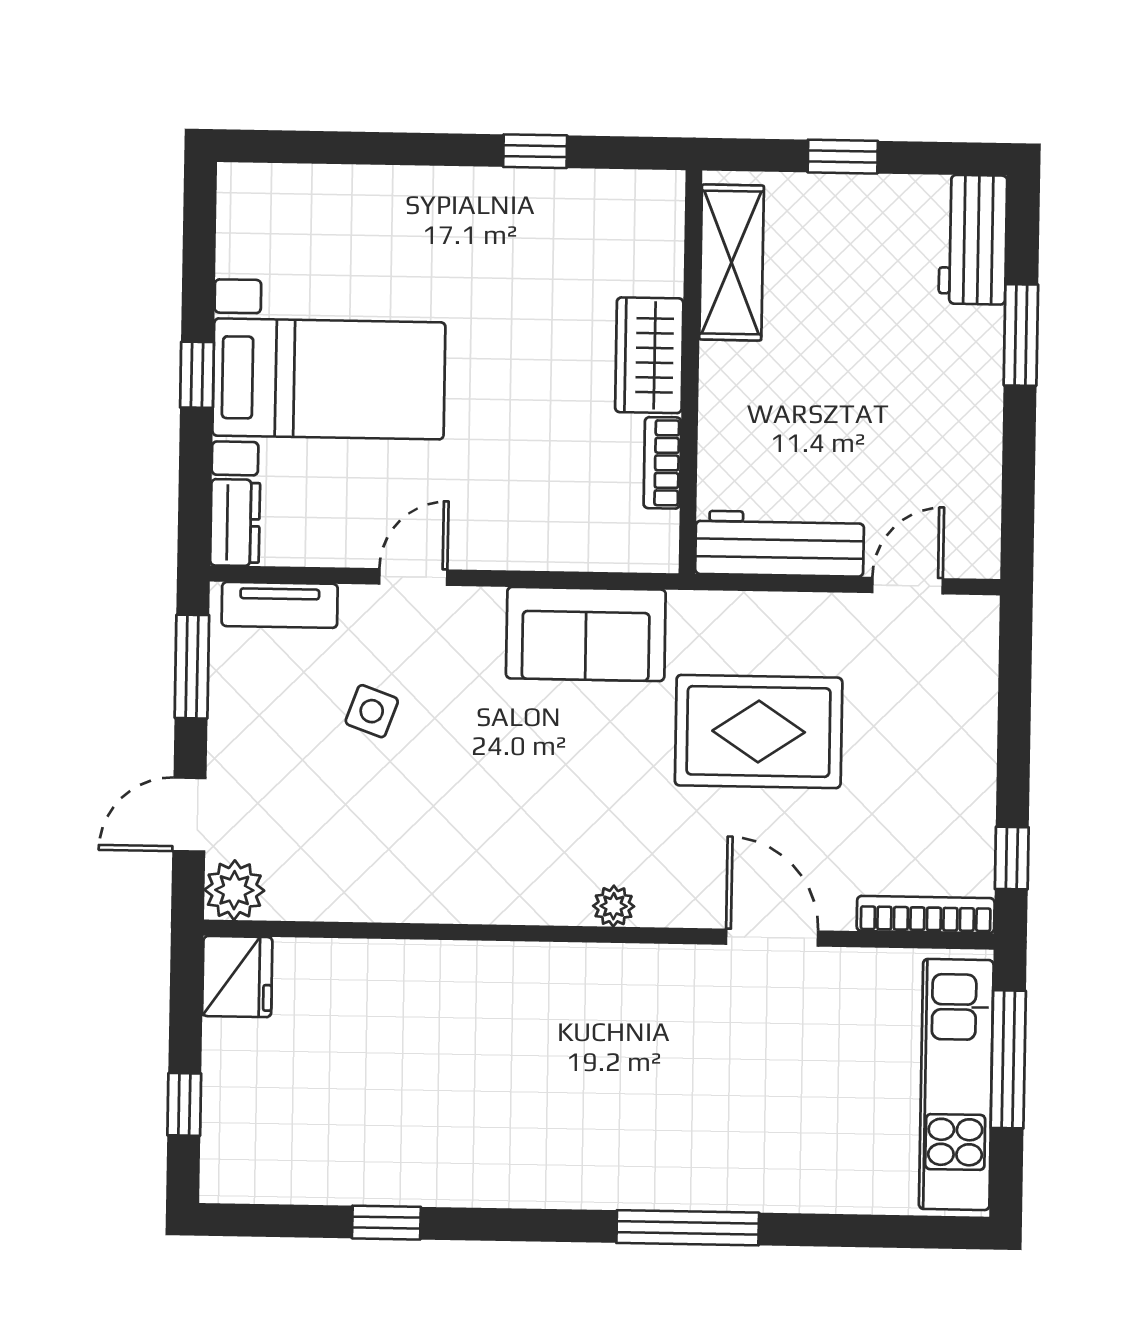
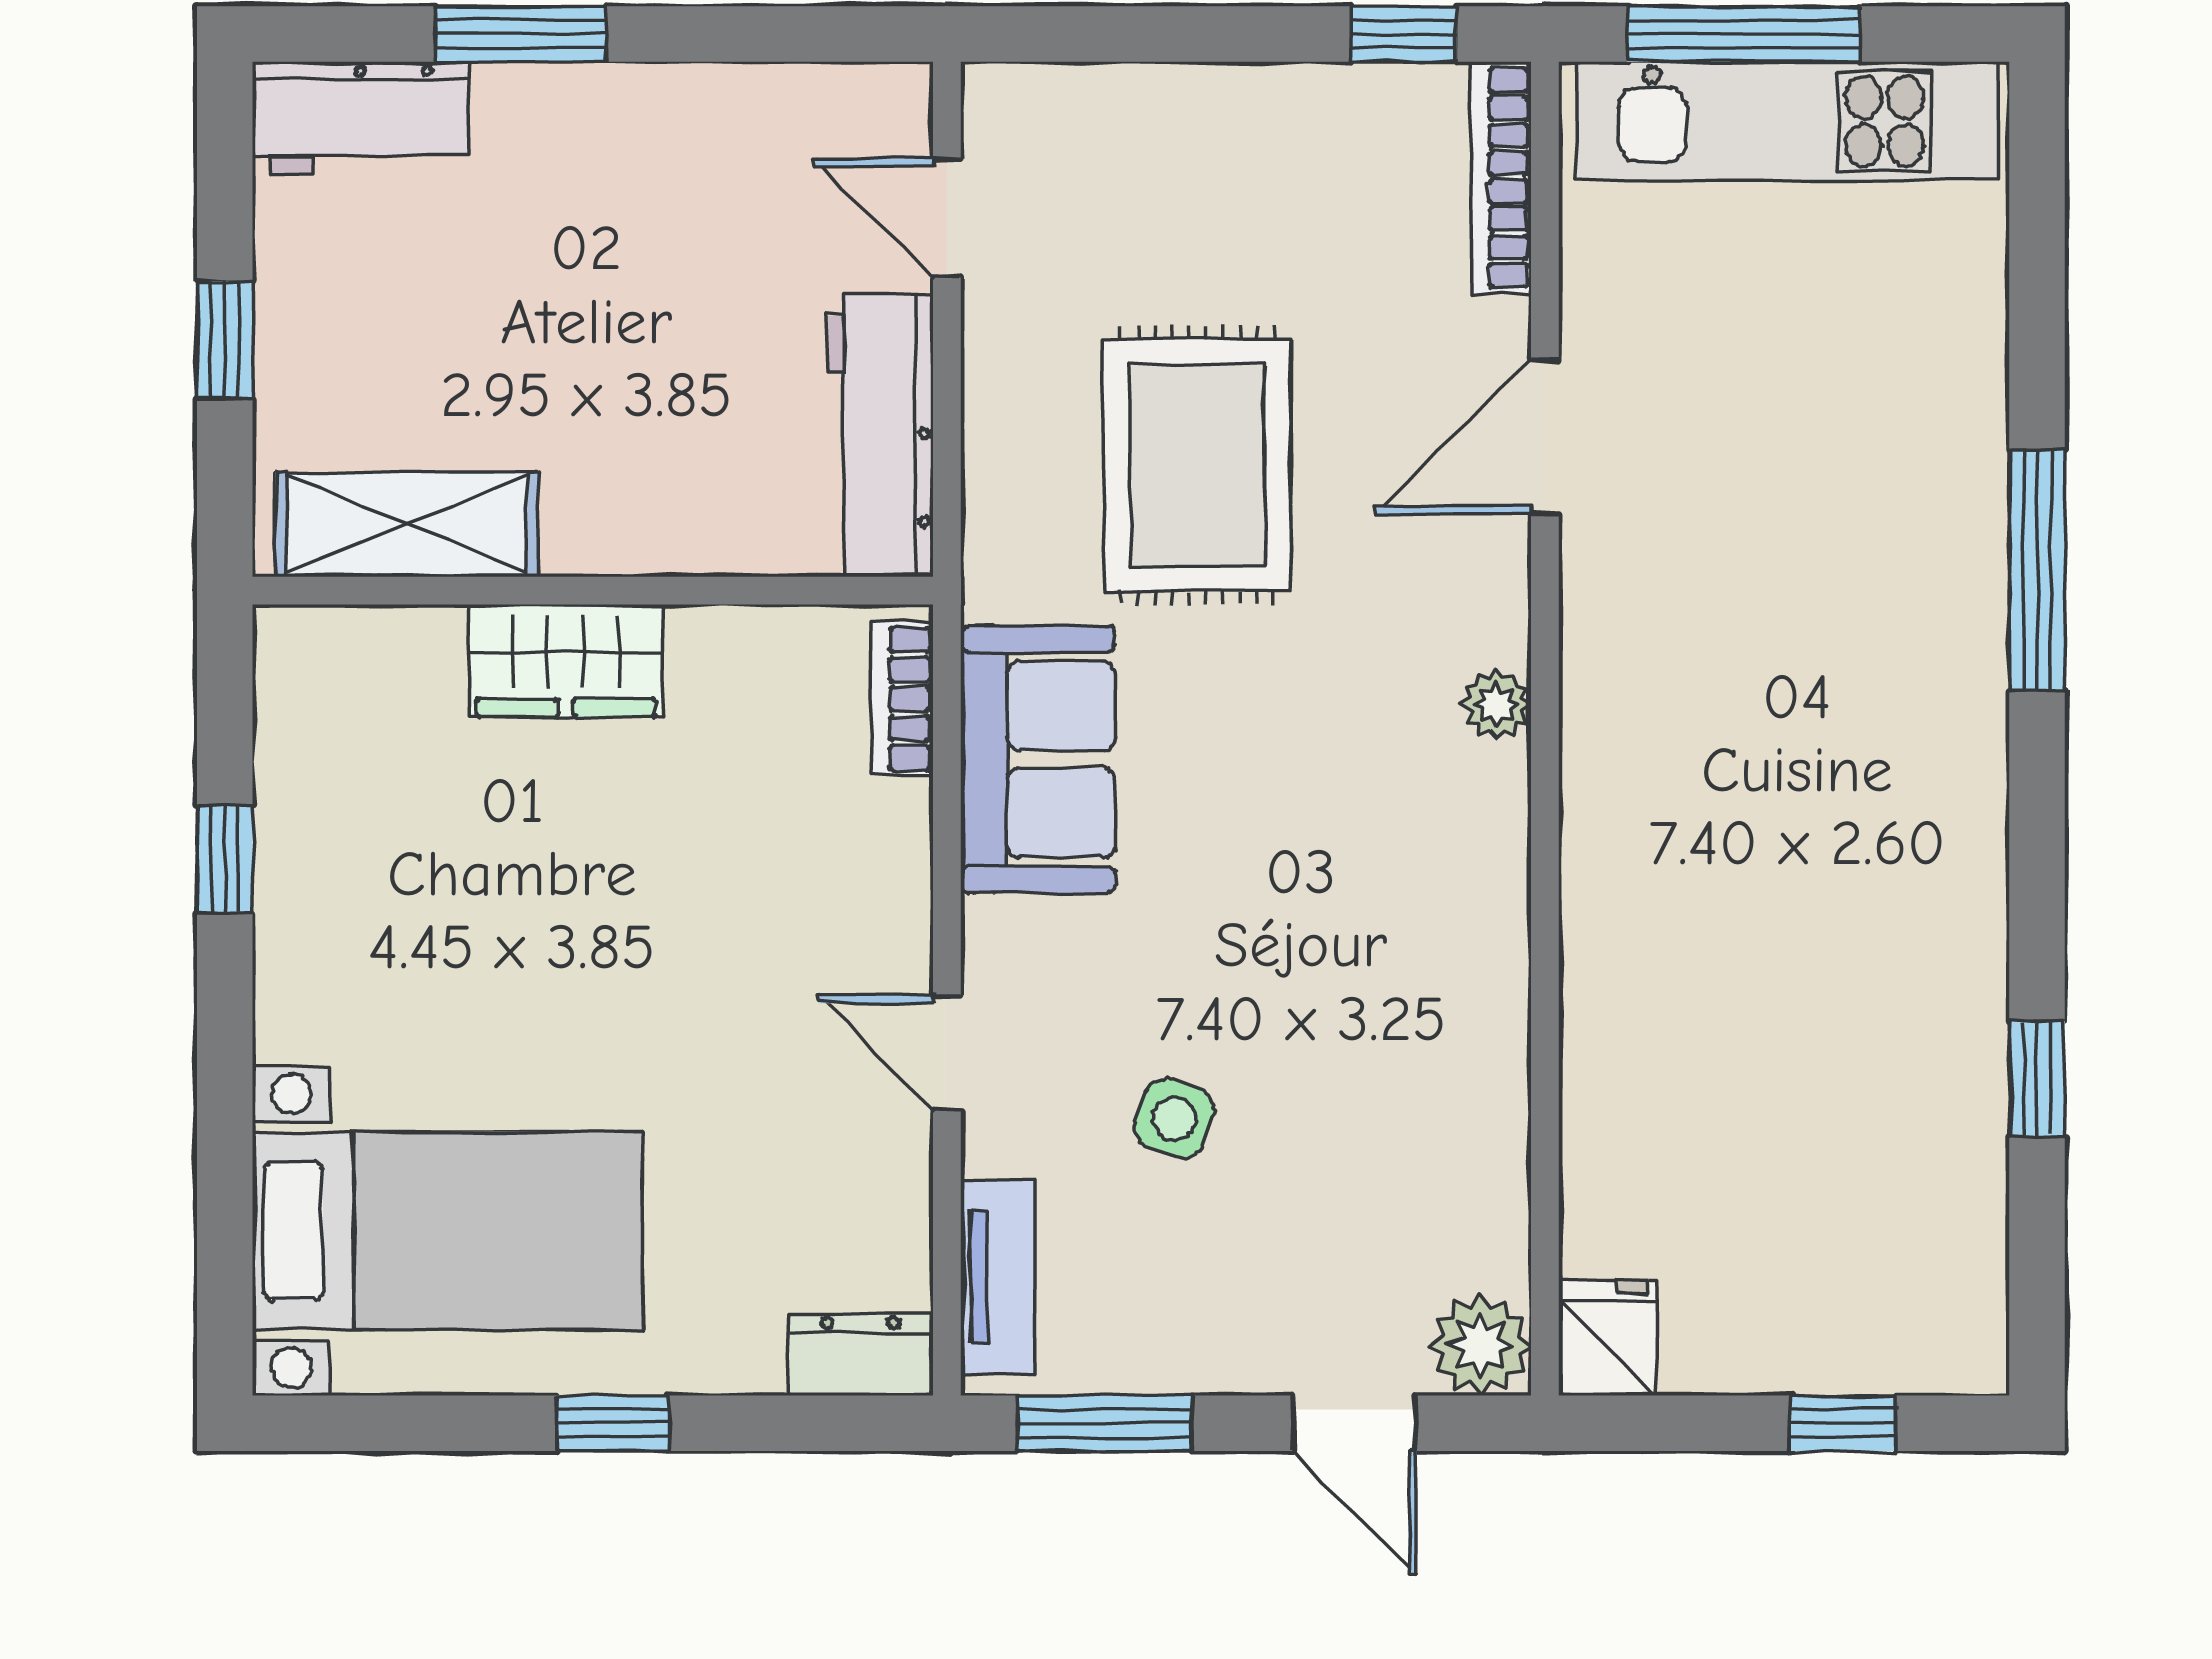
bed with nightstands: (329, 379) -> (447, 1231), moved, turned 90
bookcase: (662, 463) -> (902, 699), moved, turned 90
fridge: (237, 977) -> (1607, 1337), width x0.72

